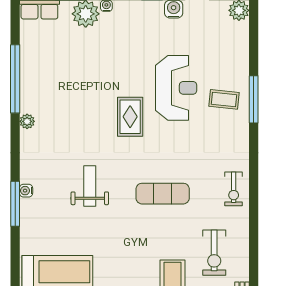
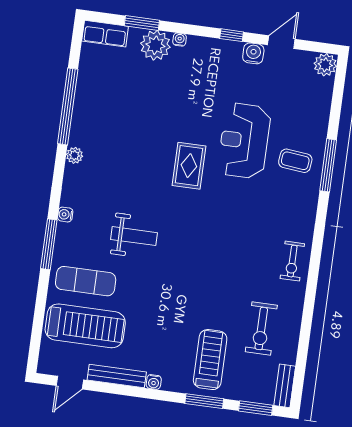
reception desk: (176, 88) -> (244, 141), turned 180
weight bench: (90, 186) -> (134, 236), turned 90
water cooler: (26, 191) -> (65, 215), moved
exercise mat: (163, 194) -> (86, 281), moved

